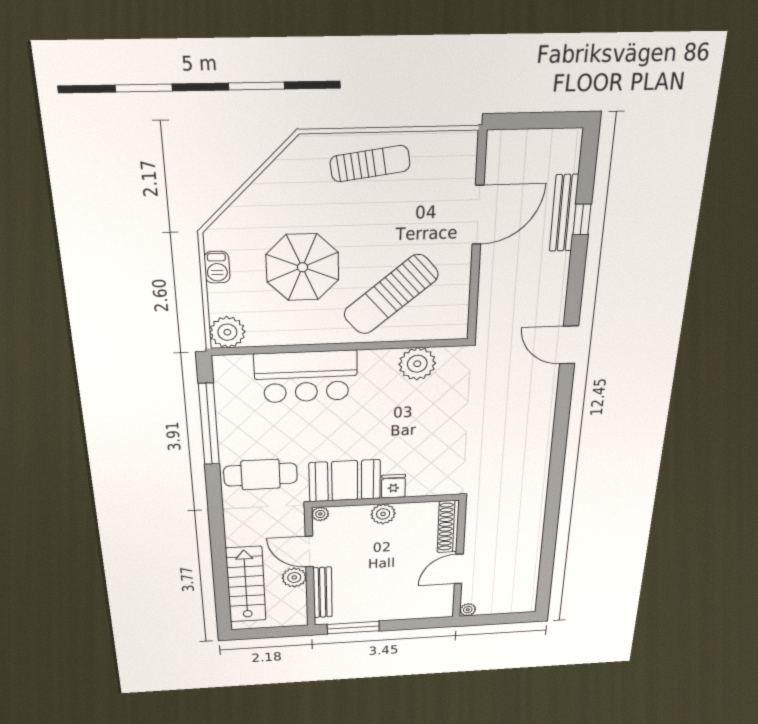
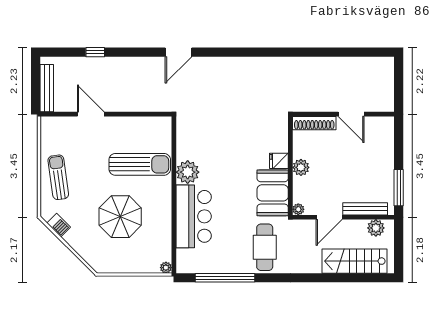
bench: (564, 213) -> (47, 88), moved, turned 90
door: (478, 215) -> (91, 114), width x0.73
barbecue: (217, 267) -> (59, 225), moved, turned 45
sun lounger: (391, 294) -> (140, 164), turned -50
plant: (227, 332) -> (166, 268), width x0.53, depth x0.53
plant: (417, 364) -> (188, 172), moved
plant: (294, 577) -> (376, 228), moved
plant: (468, 610) -> (388, 106), removed

